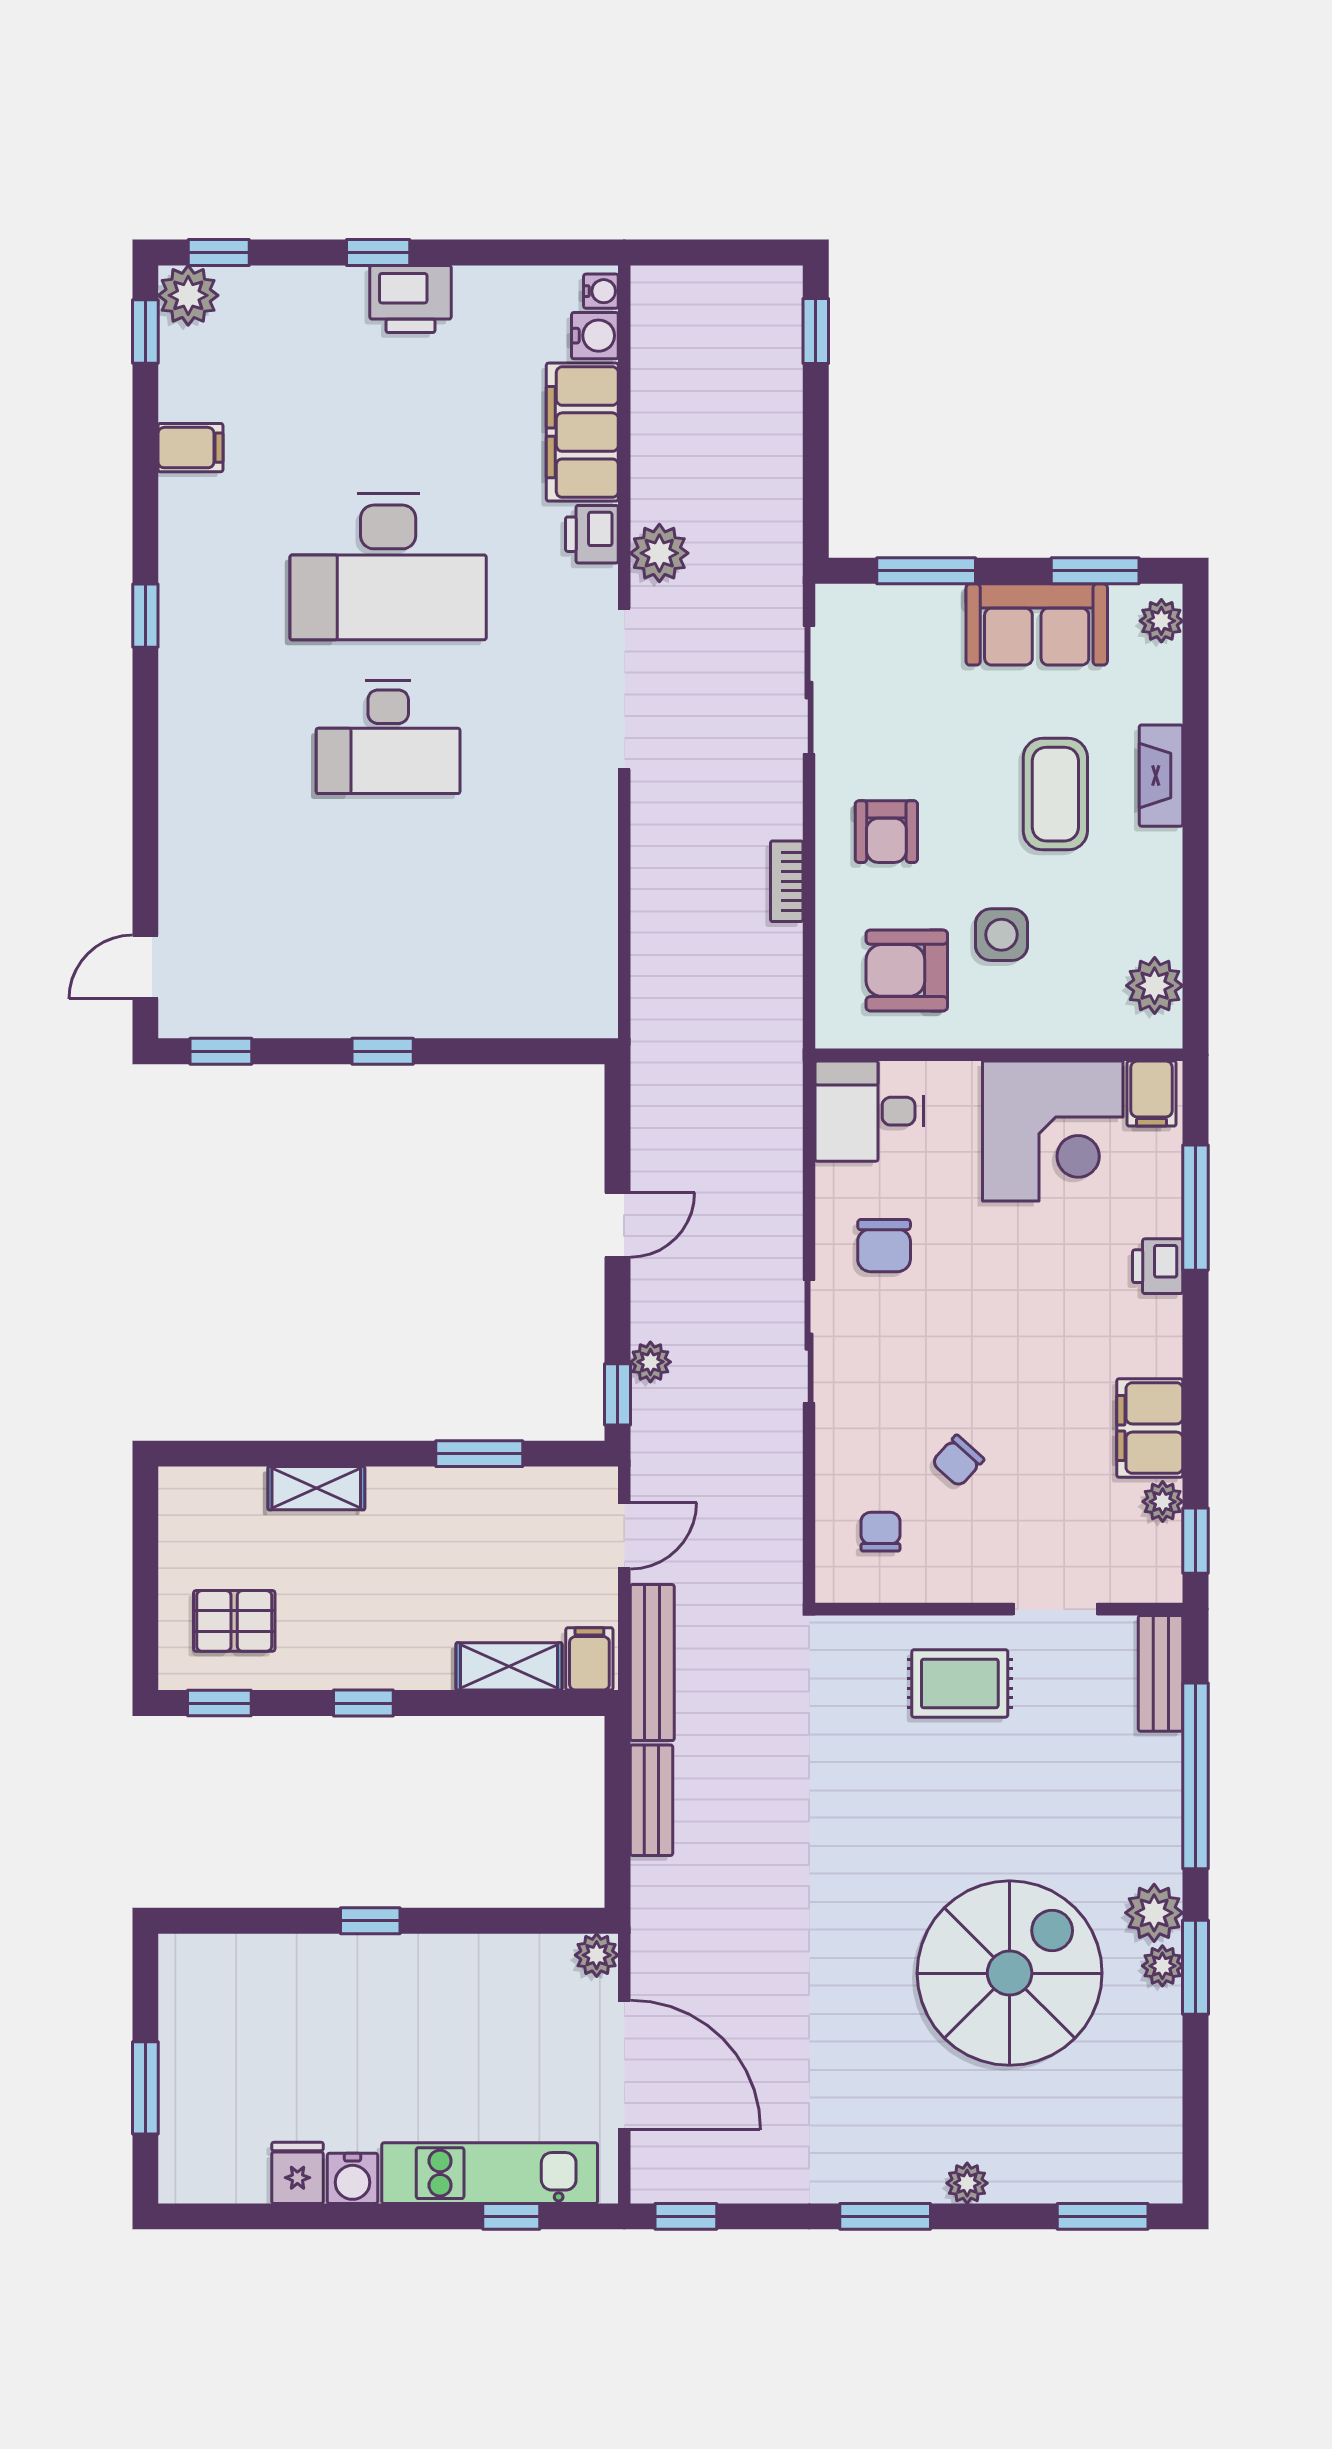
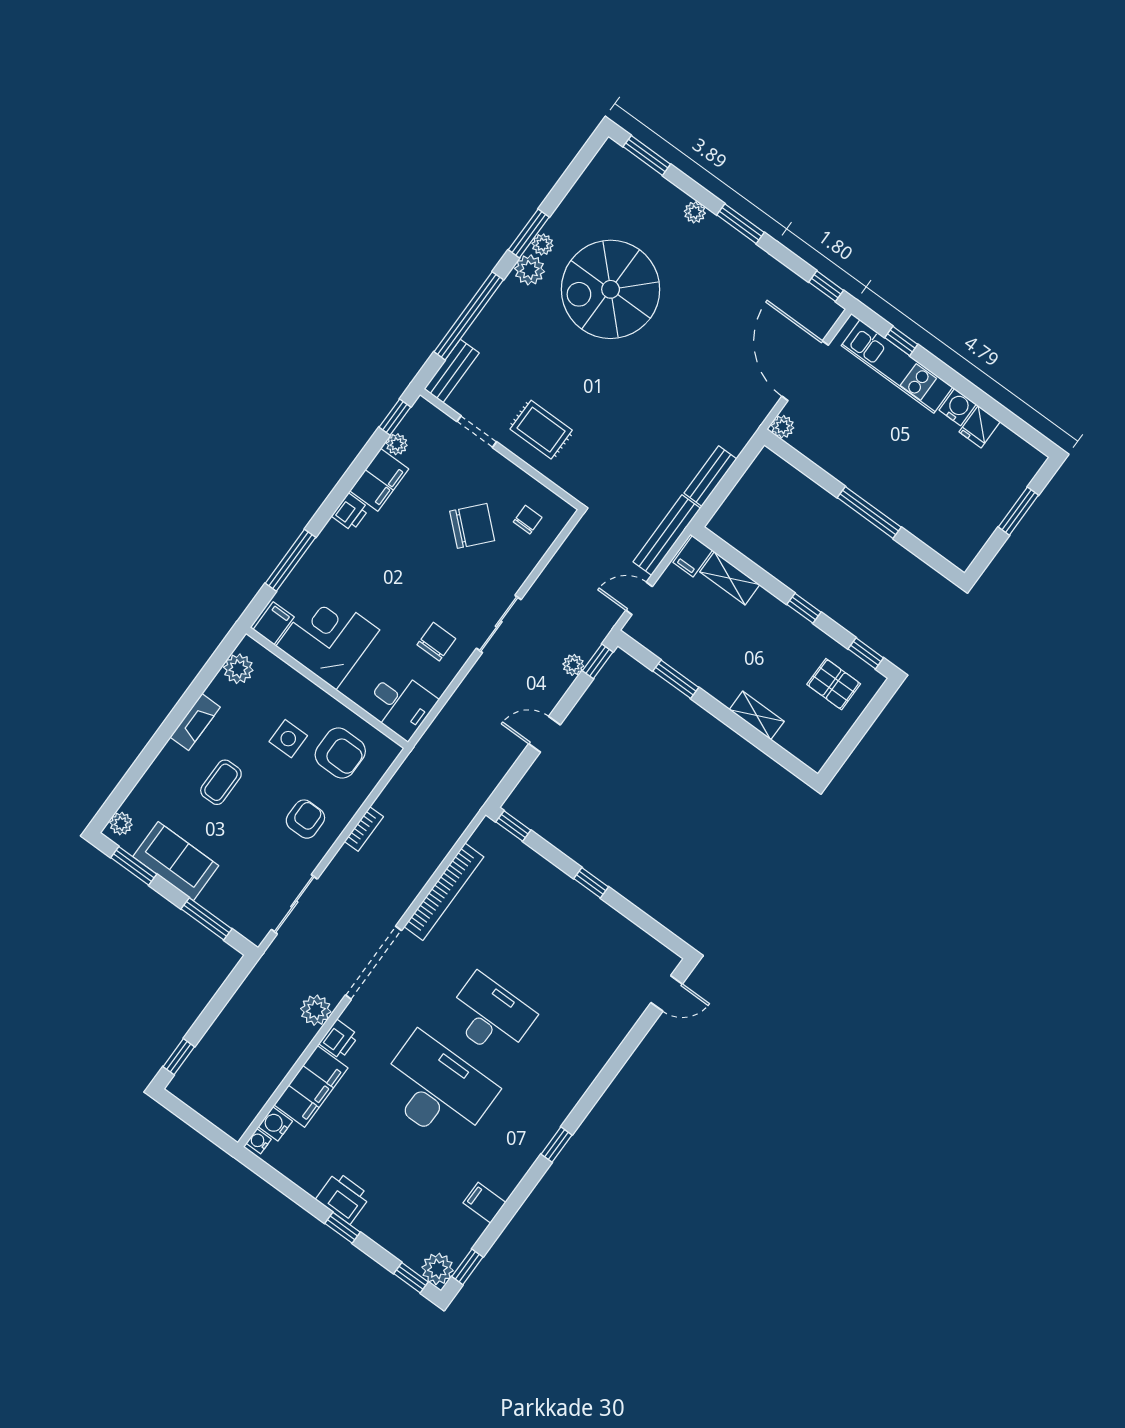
fireplace: (1161, 776) -> (195, 722), moved
coffee table: (1055, 794) -> (221, 782), width x0.73, depth x0.77
bookcase: (596, 875) -> (444, 892), added
window: (221, 1051) -> (513, 826), moved
printer: (1158, 1266) -> (350, 512), moved
chair: (958, 1461) -> (472, 526), width x1.87, depth x1.87
chair: (881, 1532) -> (528, 520), turned 180
window: (370, 1921) -> (869, 512), width x2.17

